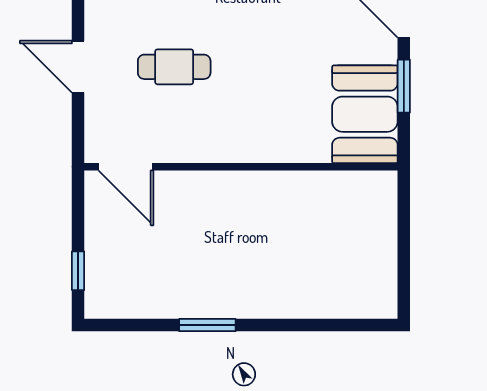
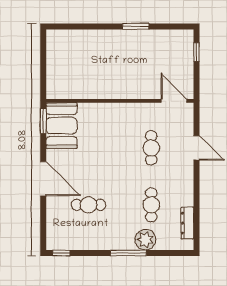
cafe table: (174, 67) -> (151, 148), turned 90
window: (404, 86) -> (43, 121), moved

